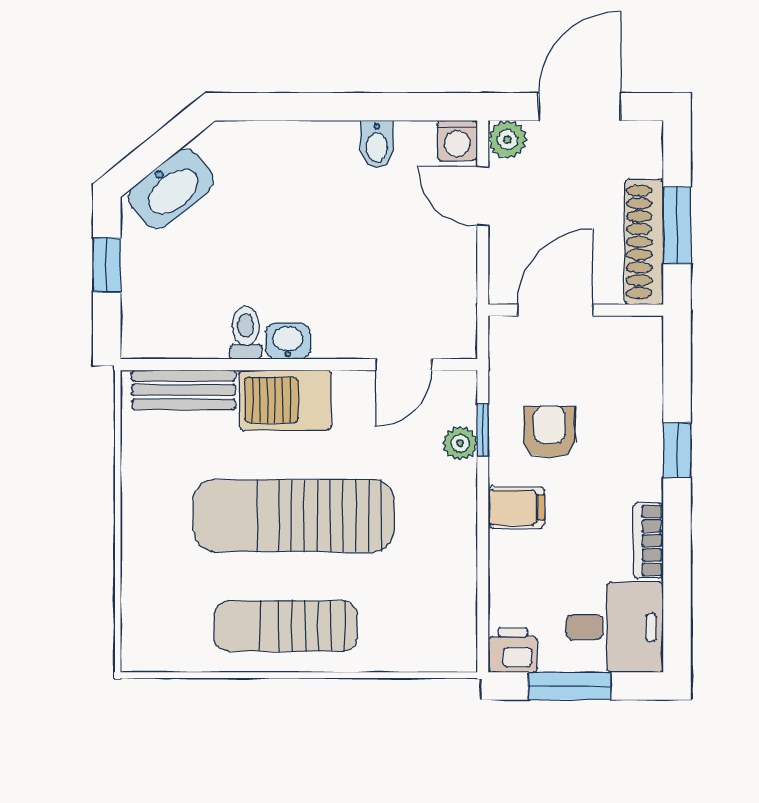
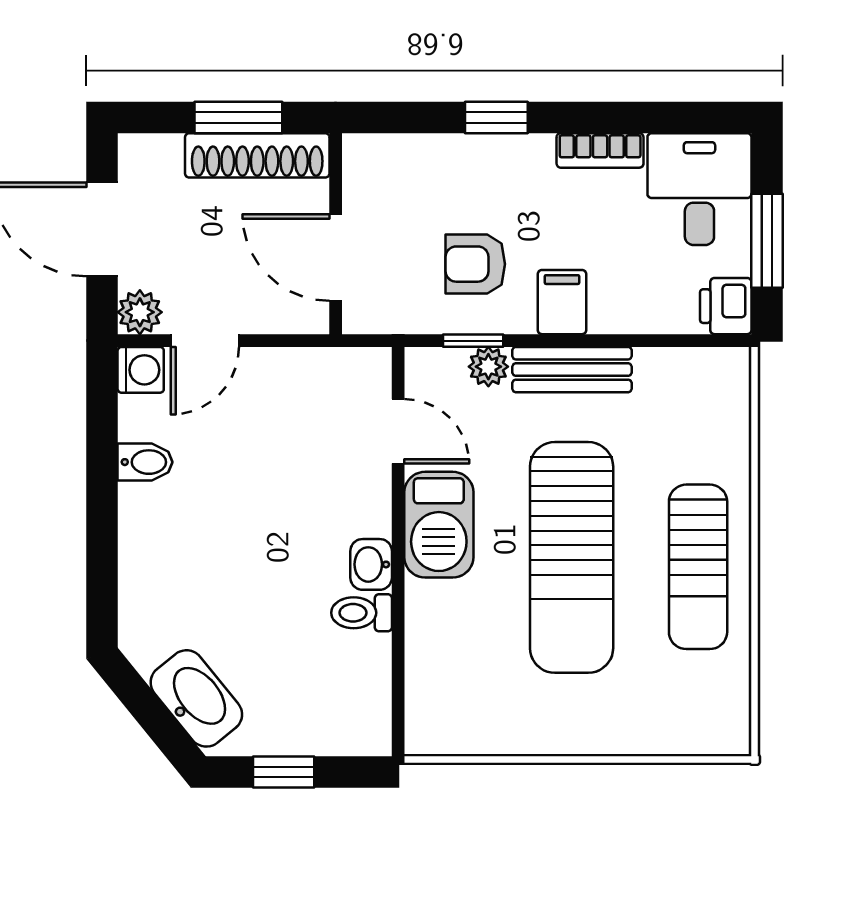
bench: (184, 390) -> (572, 370), moved, turned 90
barbecue: (285, 400) -> (439, 525), moved

